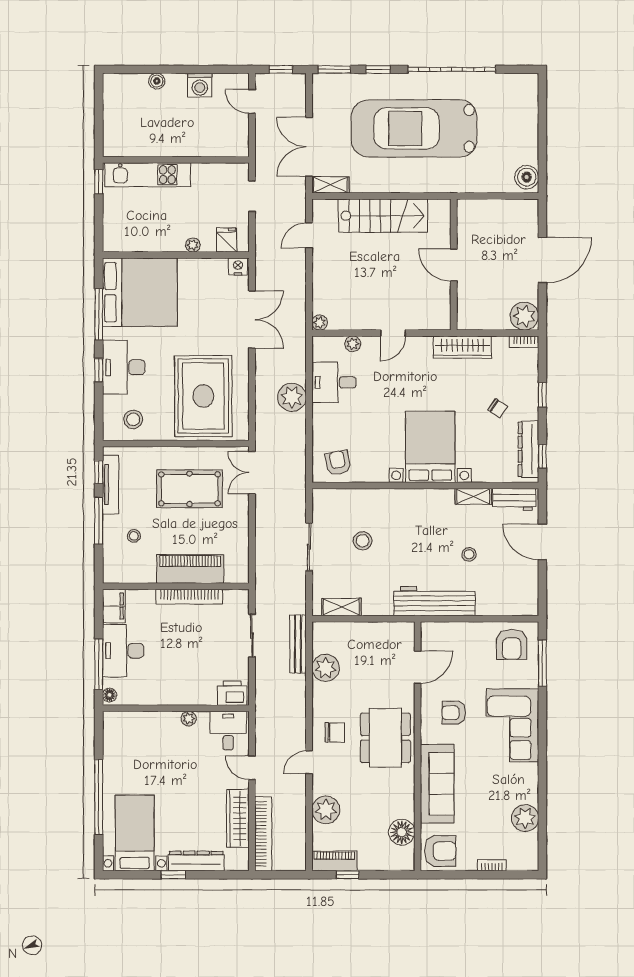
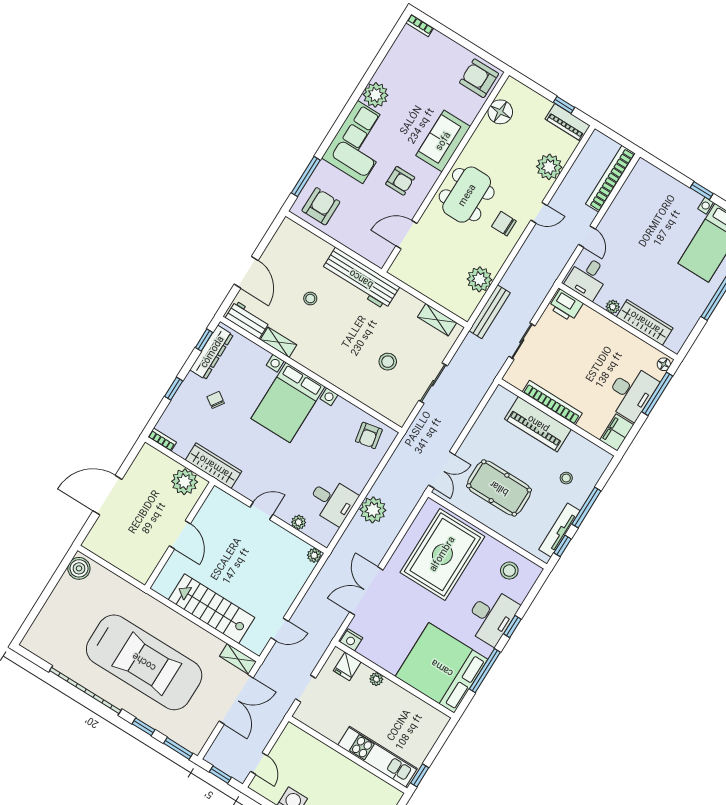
plant: (524, 316) -> (185, 482), moved
sofa: (437, 784) -> (443, 141), width x0.73
wardrobe: (238, 818) -> (645, 322), moved, turned -90
plant: (525, 818) -> (376, 95), moved
dresser: (196, 861) -> (677, 190), removed
bookcase: (492, 865) -> (420, 25), moved

